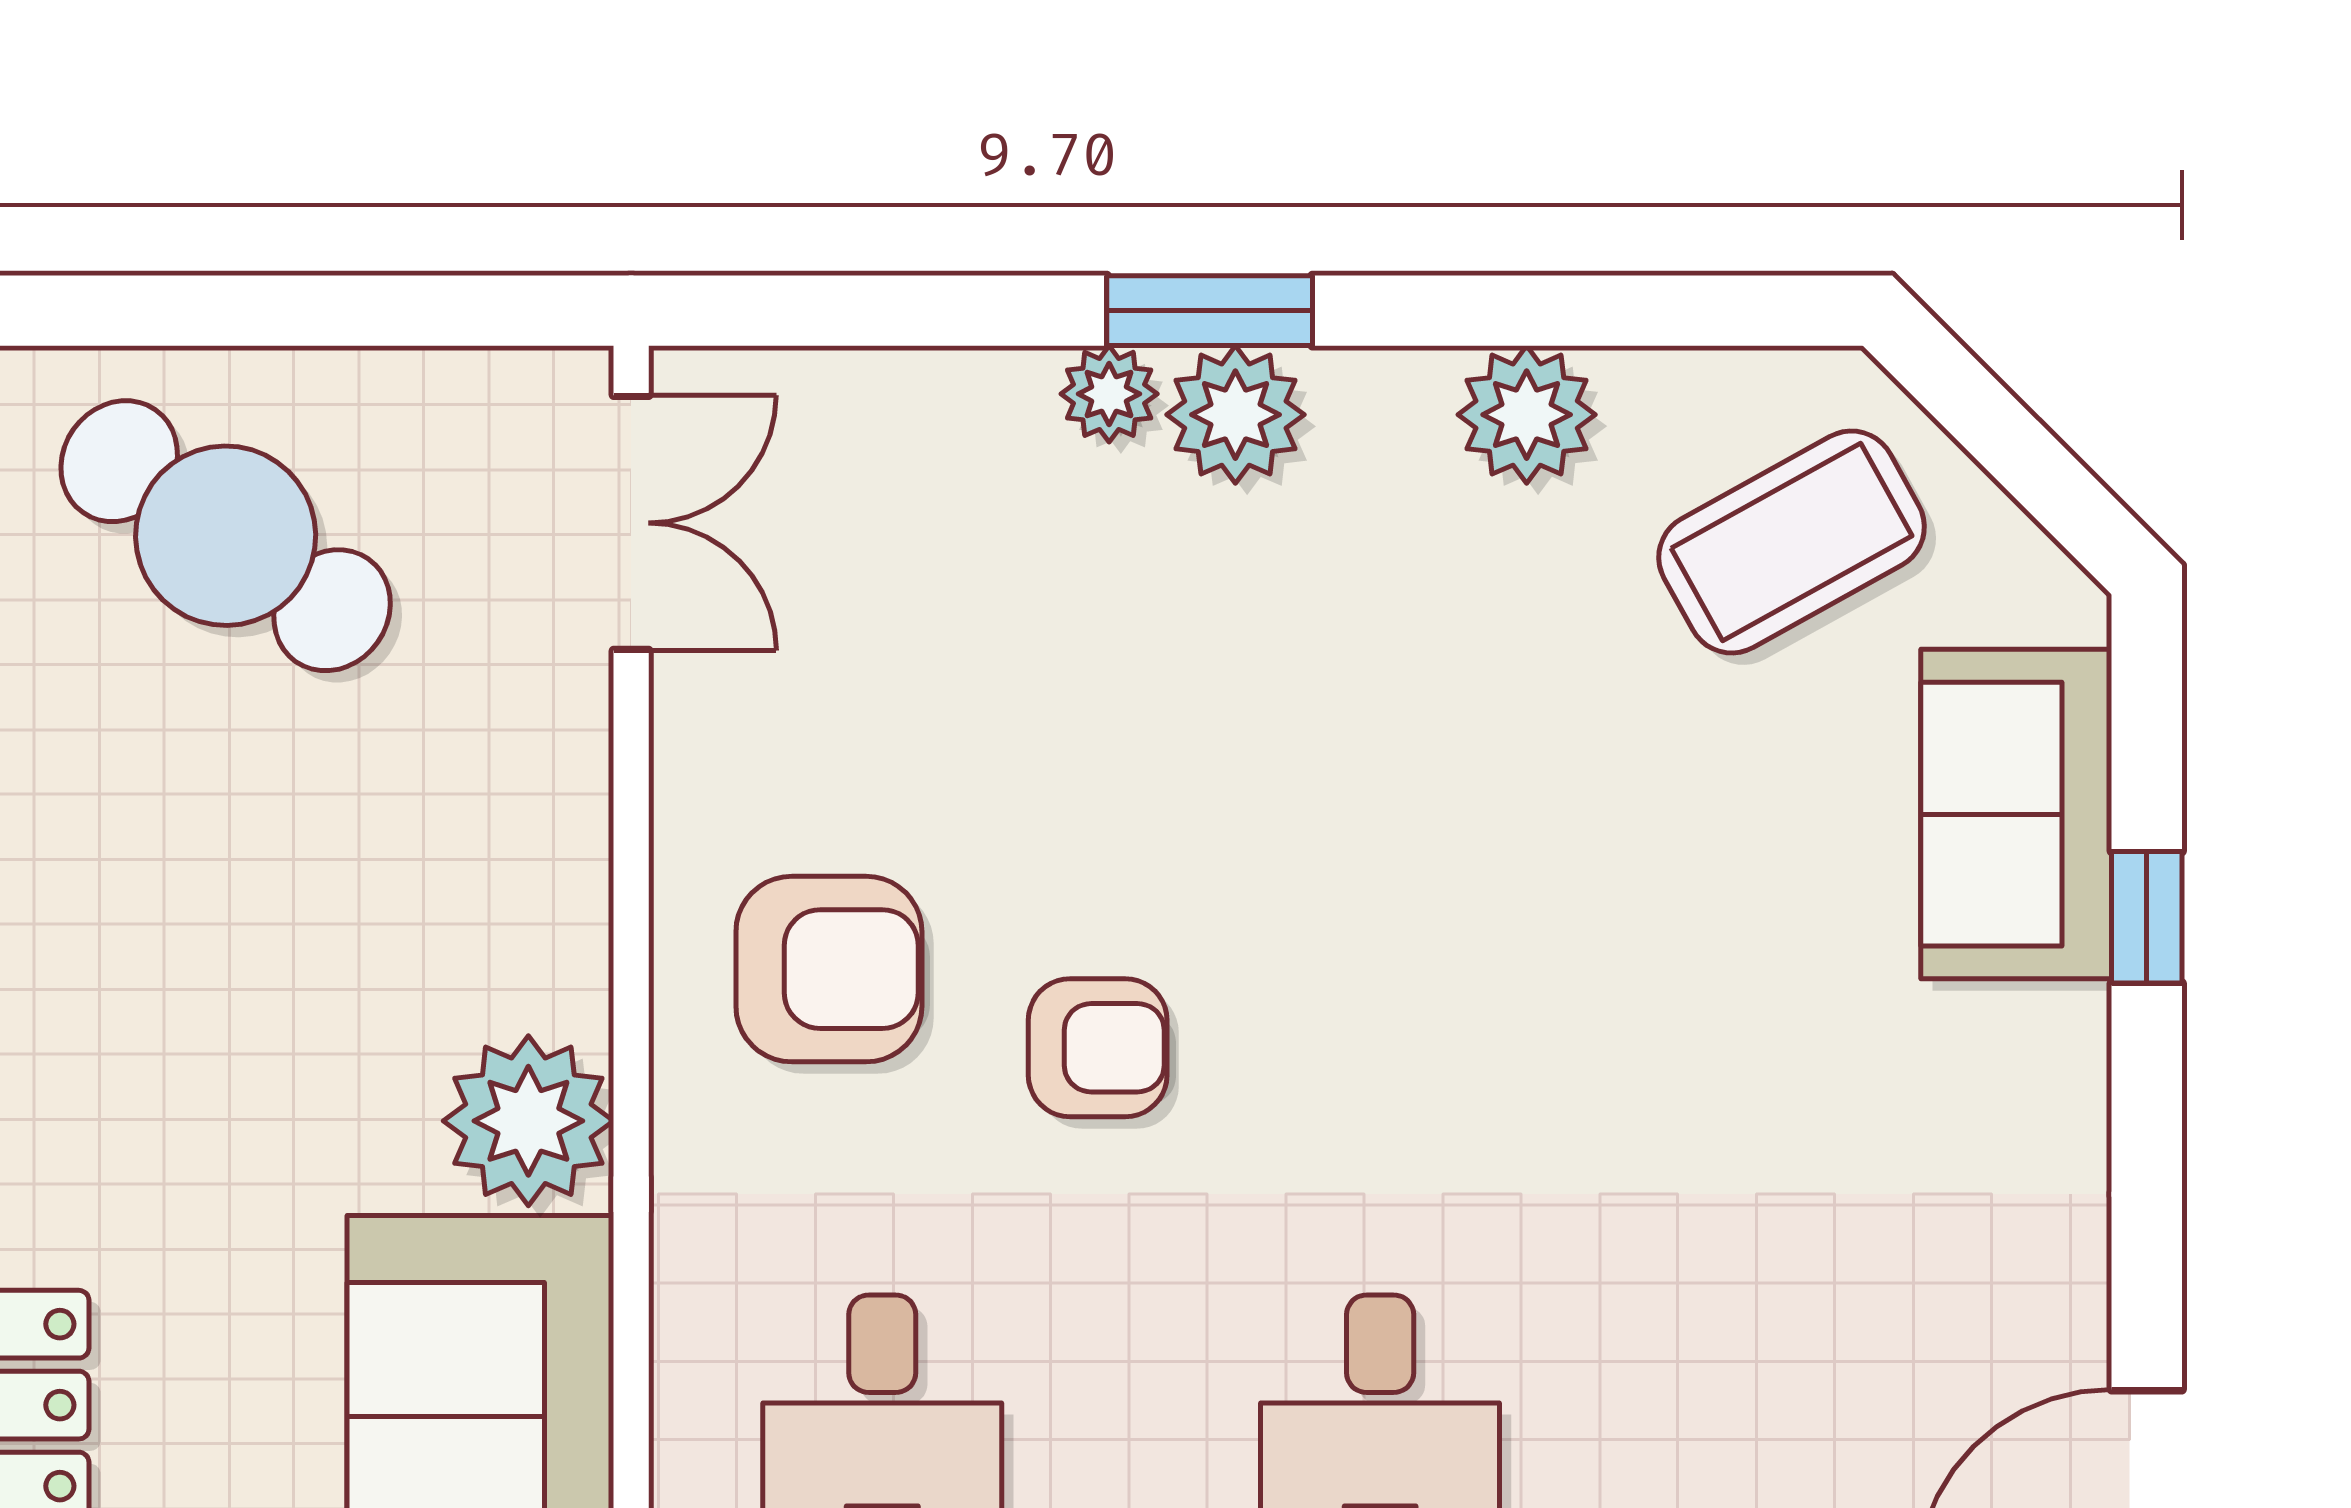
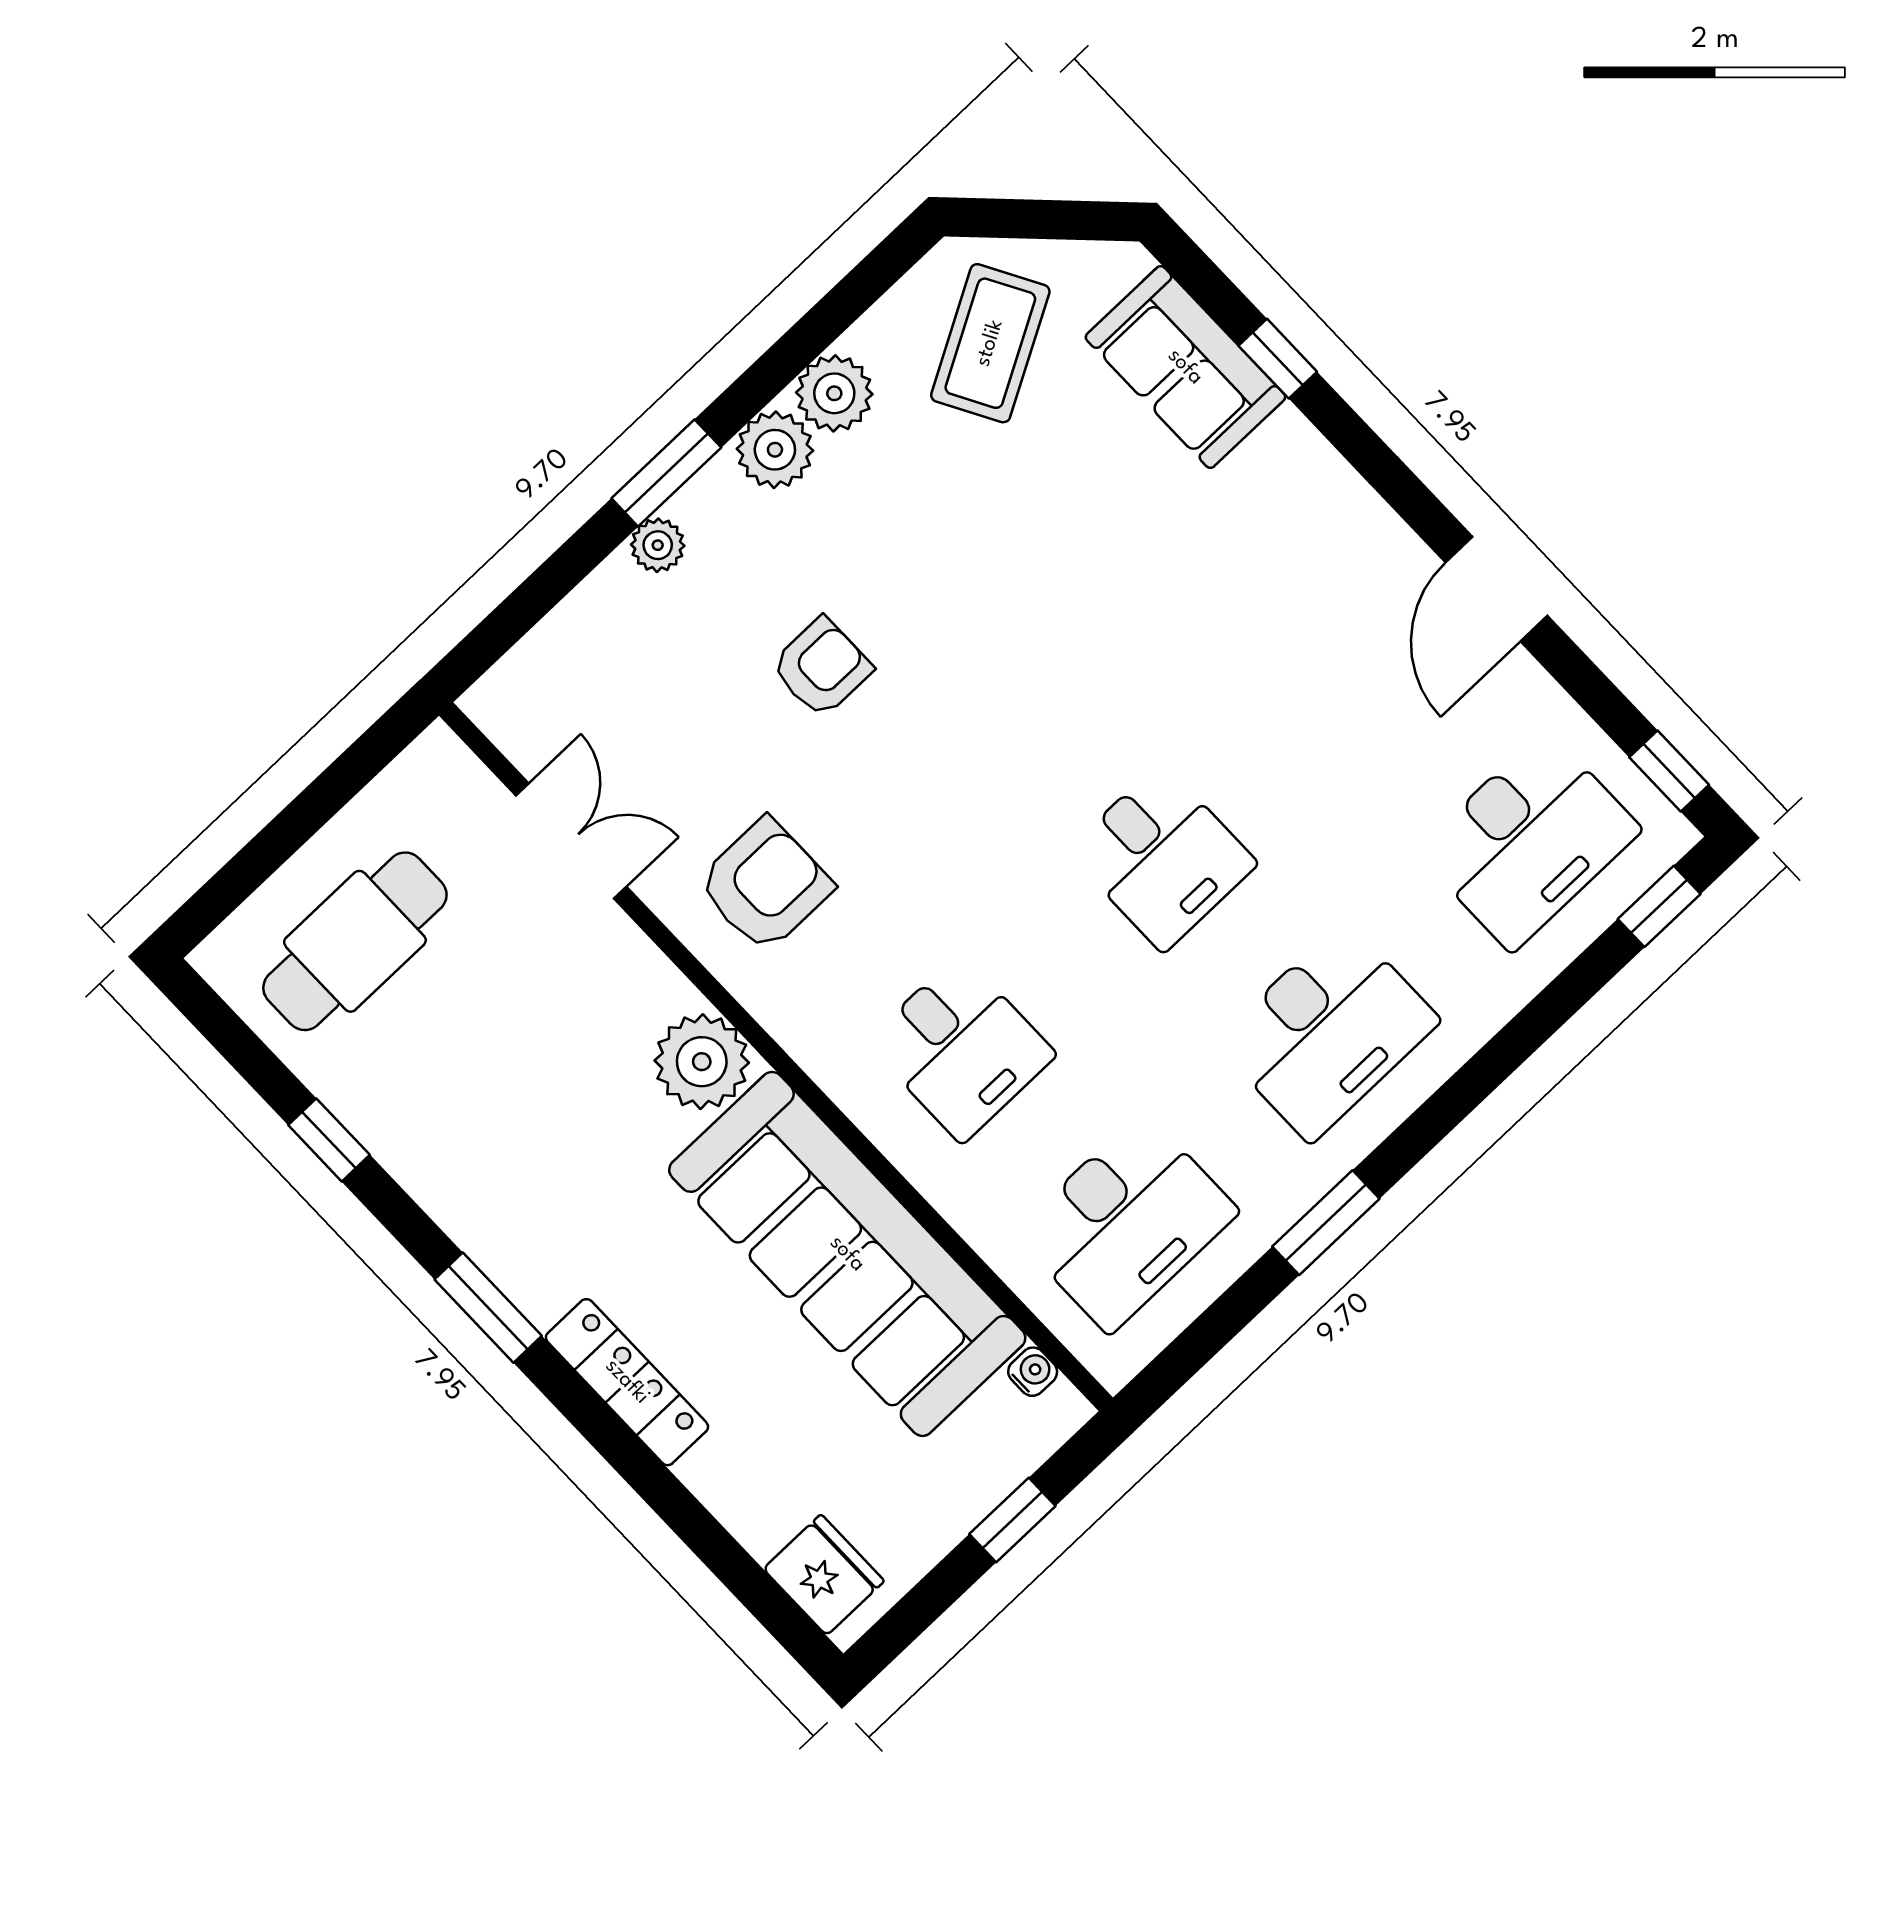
plant: (1235, 415) -> (775, 450), moved
double door: (631, 523) -> (571, 841), moved
cafe table: (226, 536) -> (355, 941), turned -35
armchair: (1098, 1048) -> (822, 667), moved

